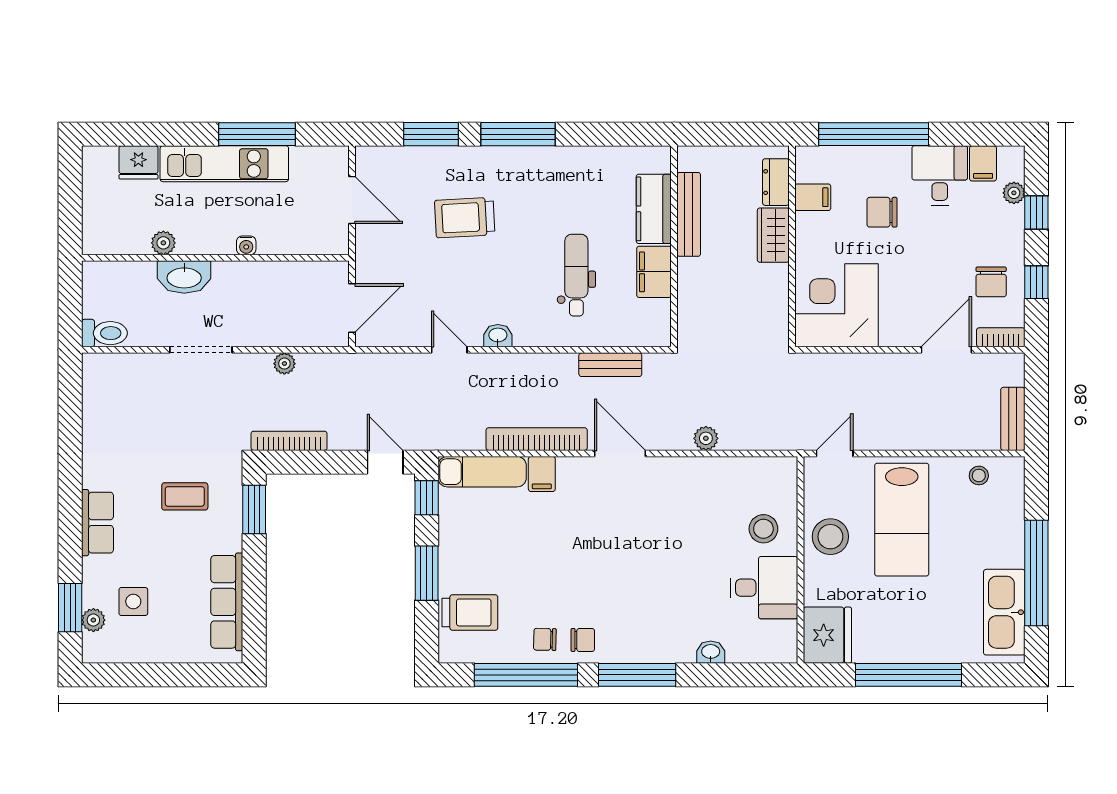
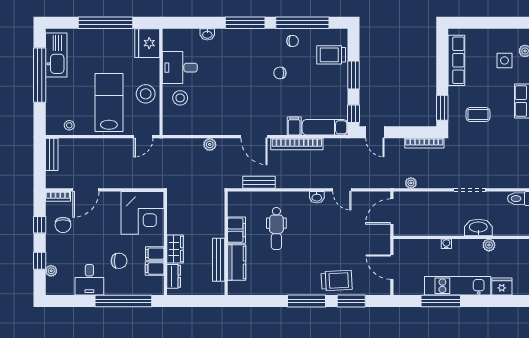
filing cabinet: (983, 163) -> (155, 254), moved, turned -90
trolley: (465, 218) -> (337, 281), moved
chair: (991, 282) -> (63, 225), turned 180
plant: (284, 364) -> (411, 183), moved
chair: (583, 640) -> (280, 73), moved

